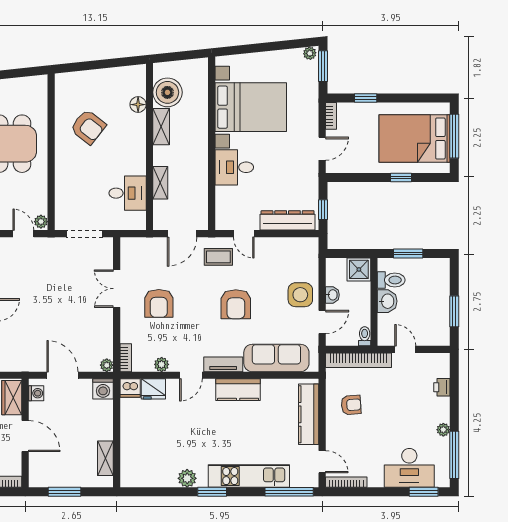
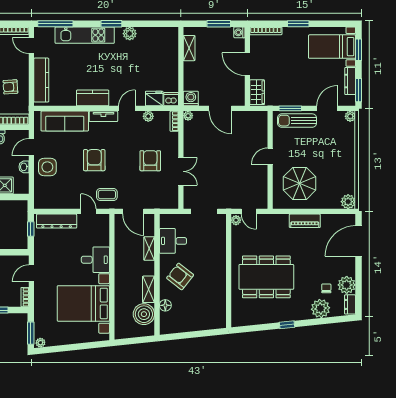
armchair: (88, 127) -> (180, 276), moved
door: (182, 234) -> (133, 211), swing flipped
washing machine: (36, 393) -> (239, 32), moved

